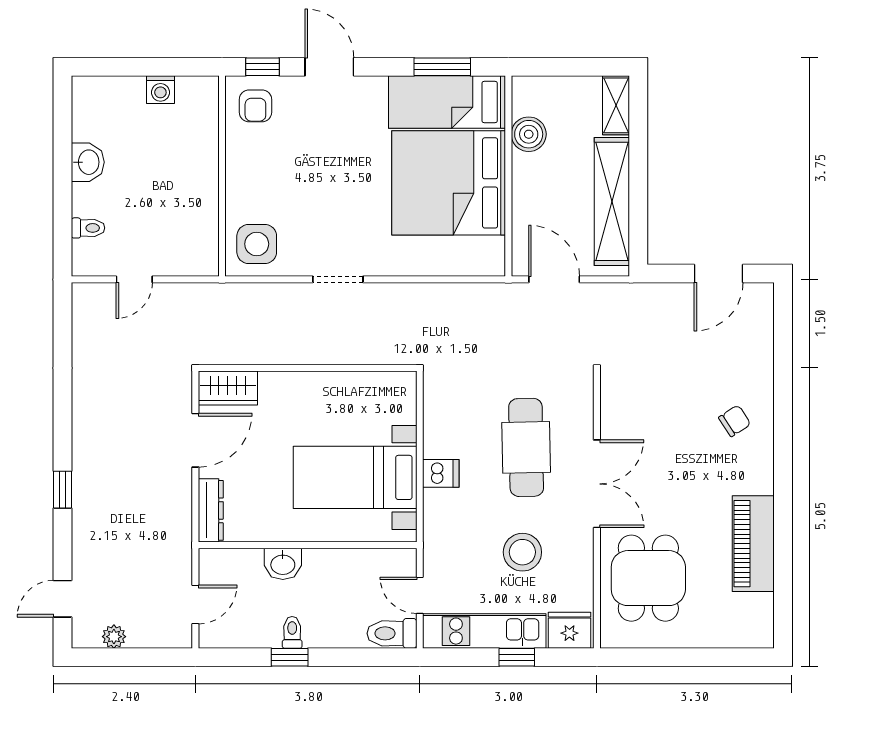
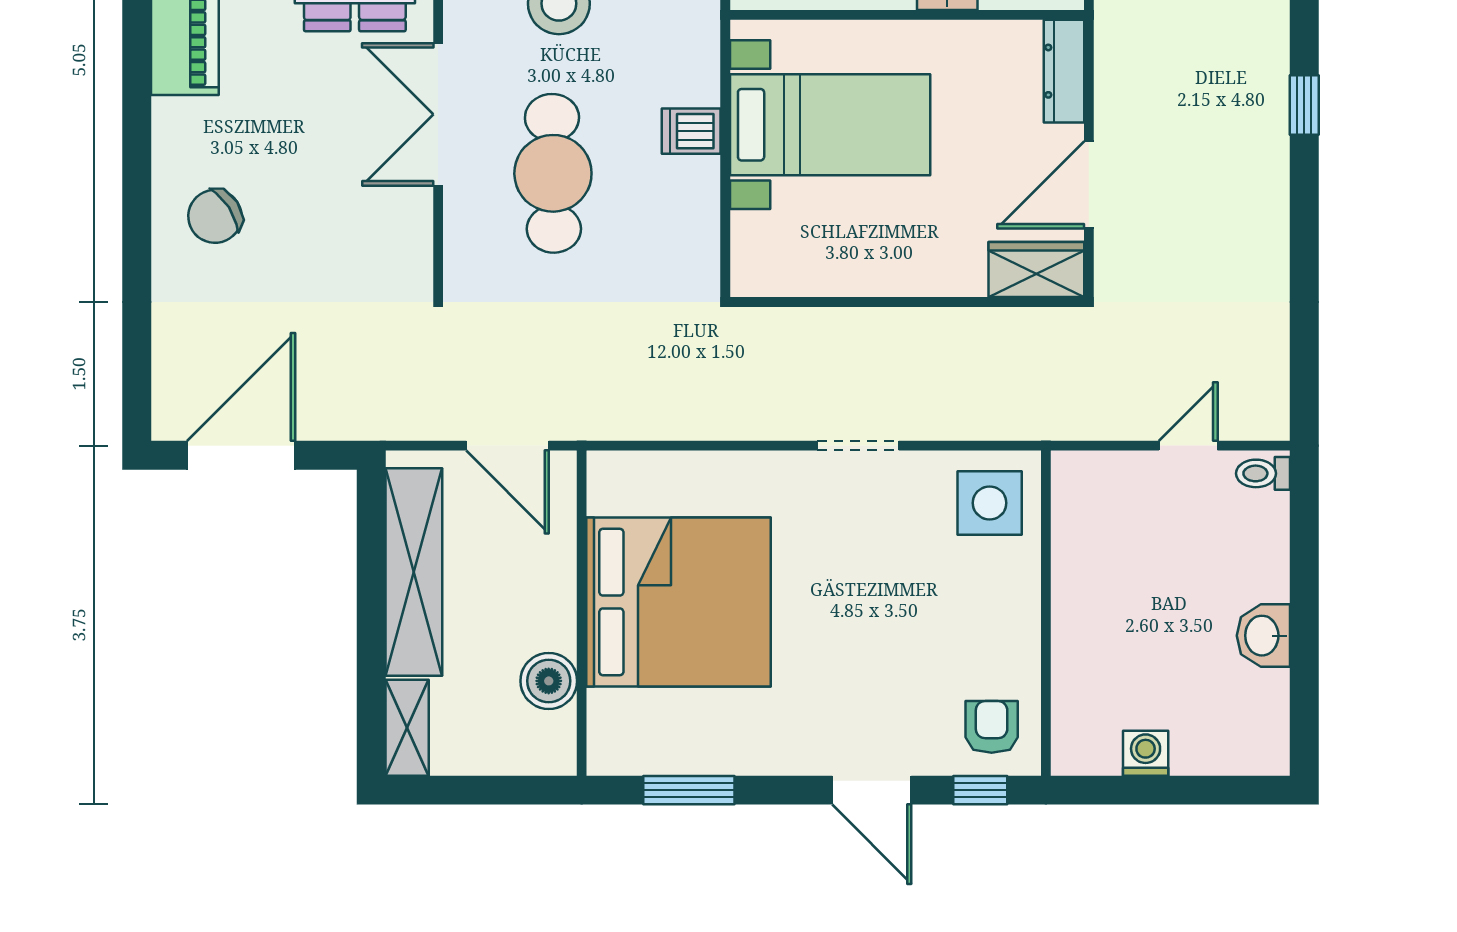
bed: (447, 102) -> (681, 733), removed
toilet: (88, 228) -> (1263, 473), moved
door: (718, 274) -> (241, 455), width x1.36
chair: (735, 421) -> (215, 216), width x1.37, depth x1.37

